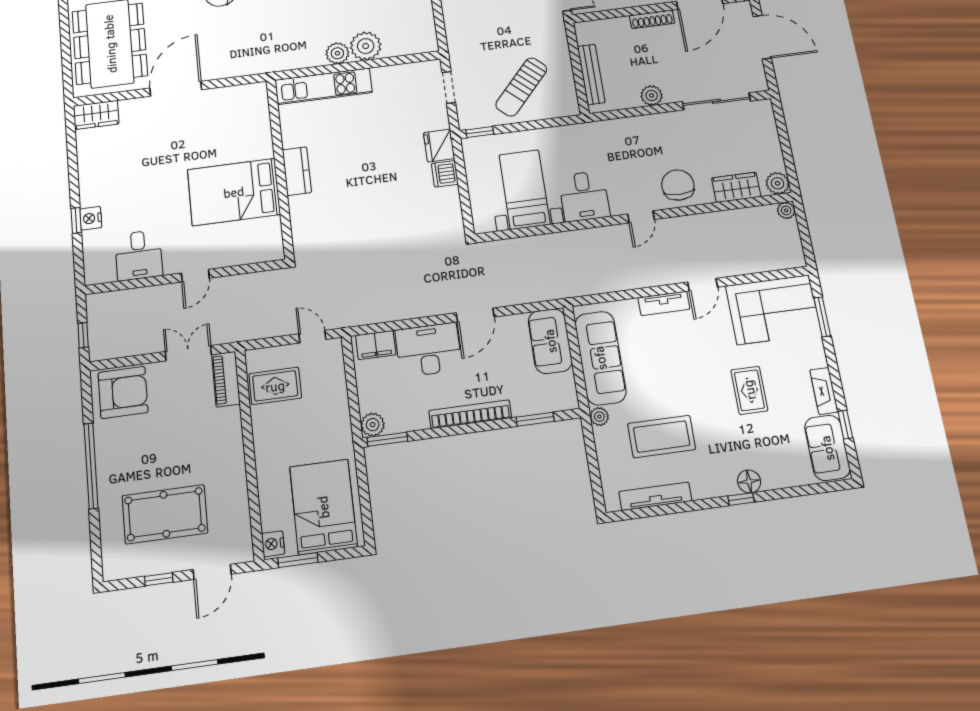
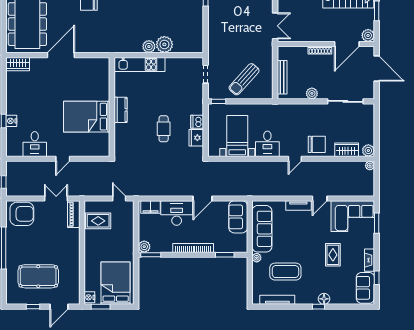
fridge: (439, 146) -> (196, 138), moved
chair: (678, 185) -> (317, 144), turned 90
cafe table: (383, 195) -> (164, 129), added

